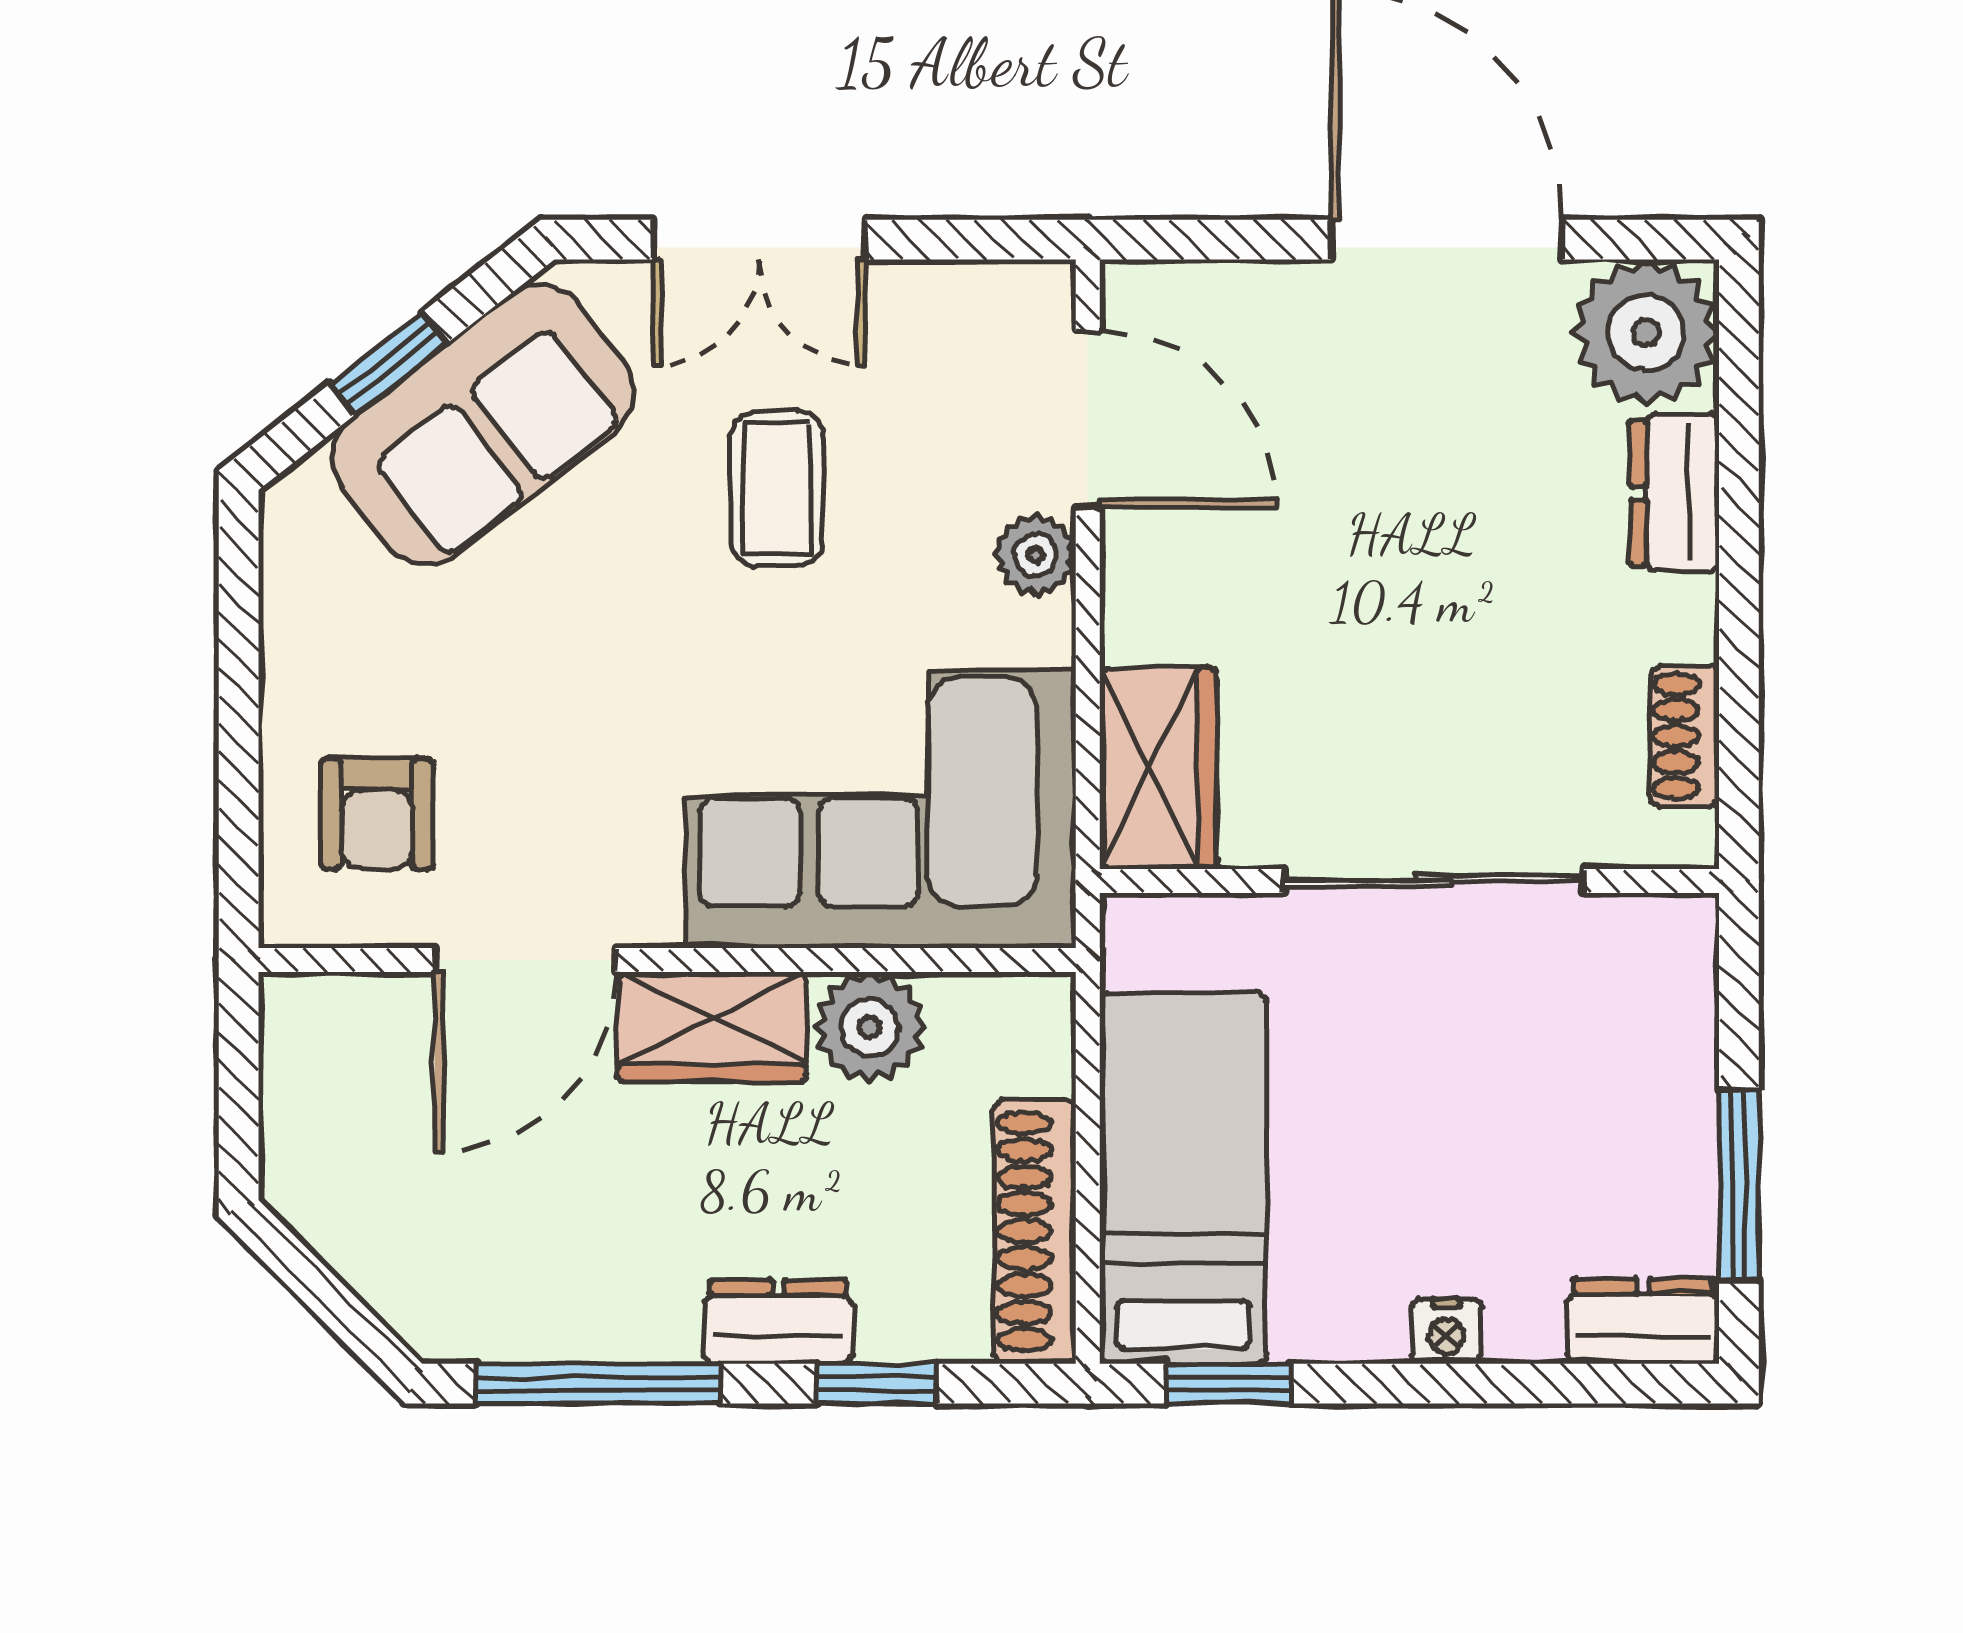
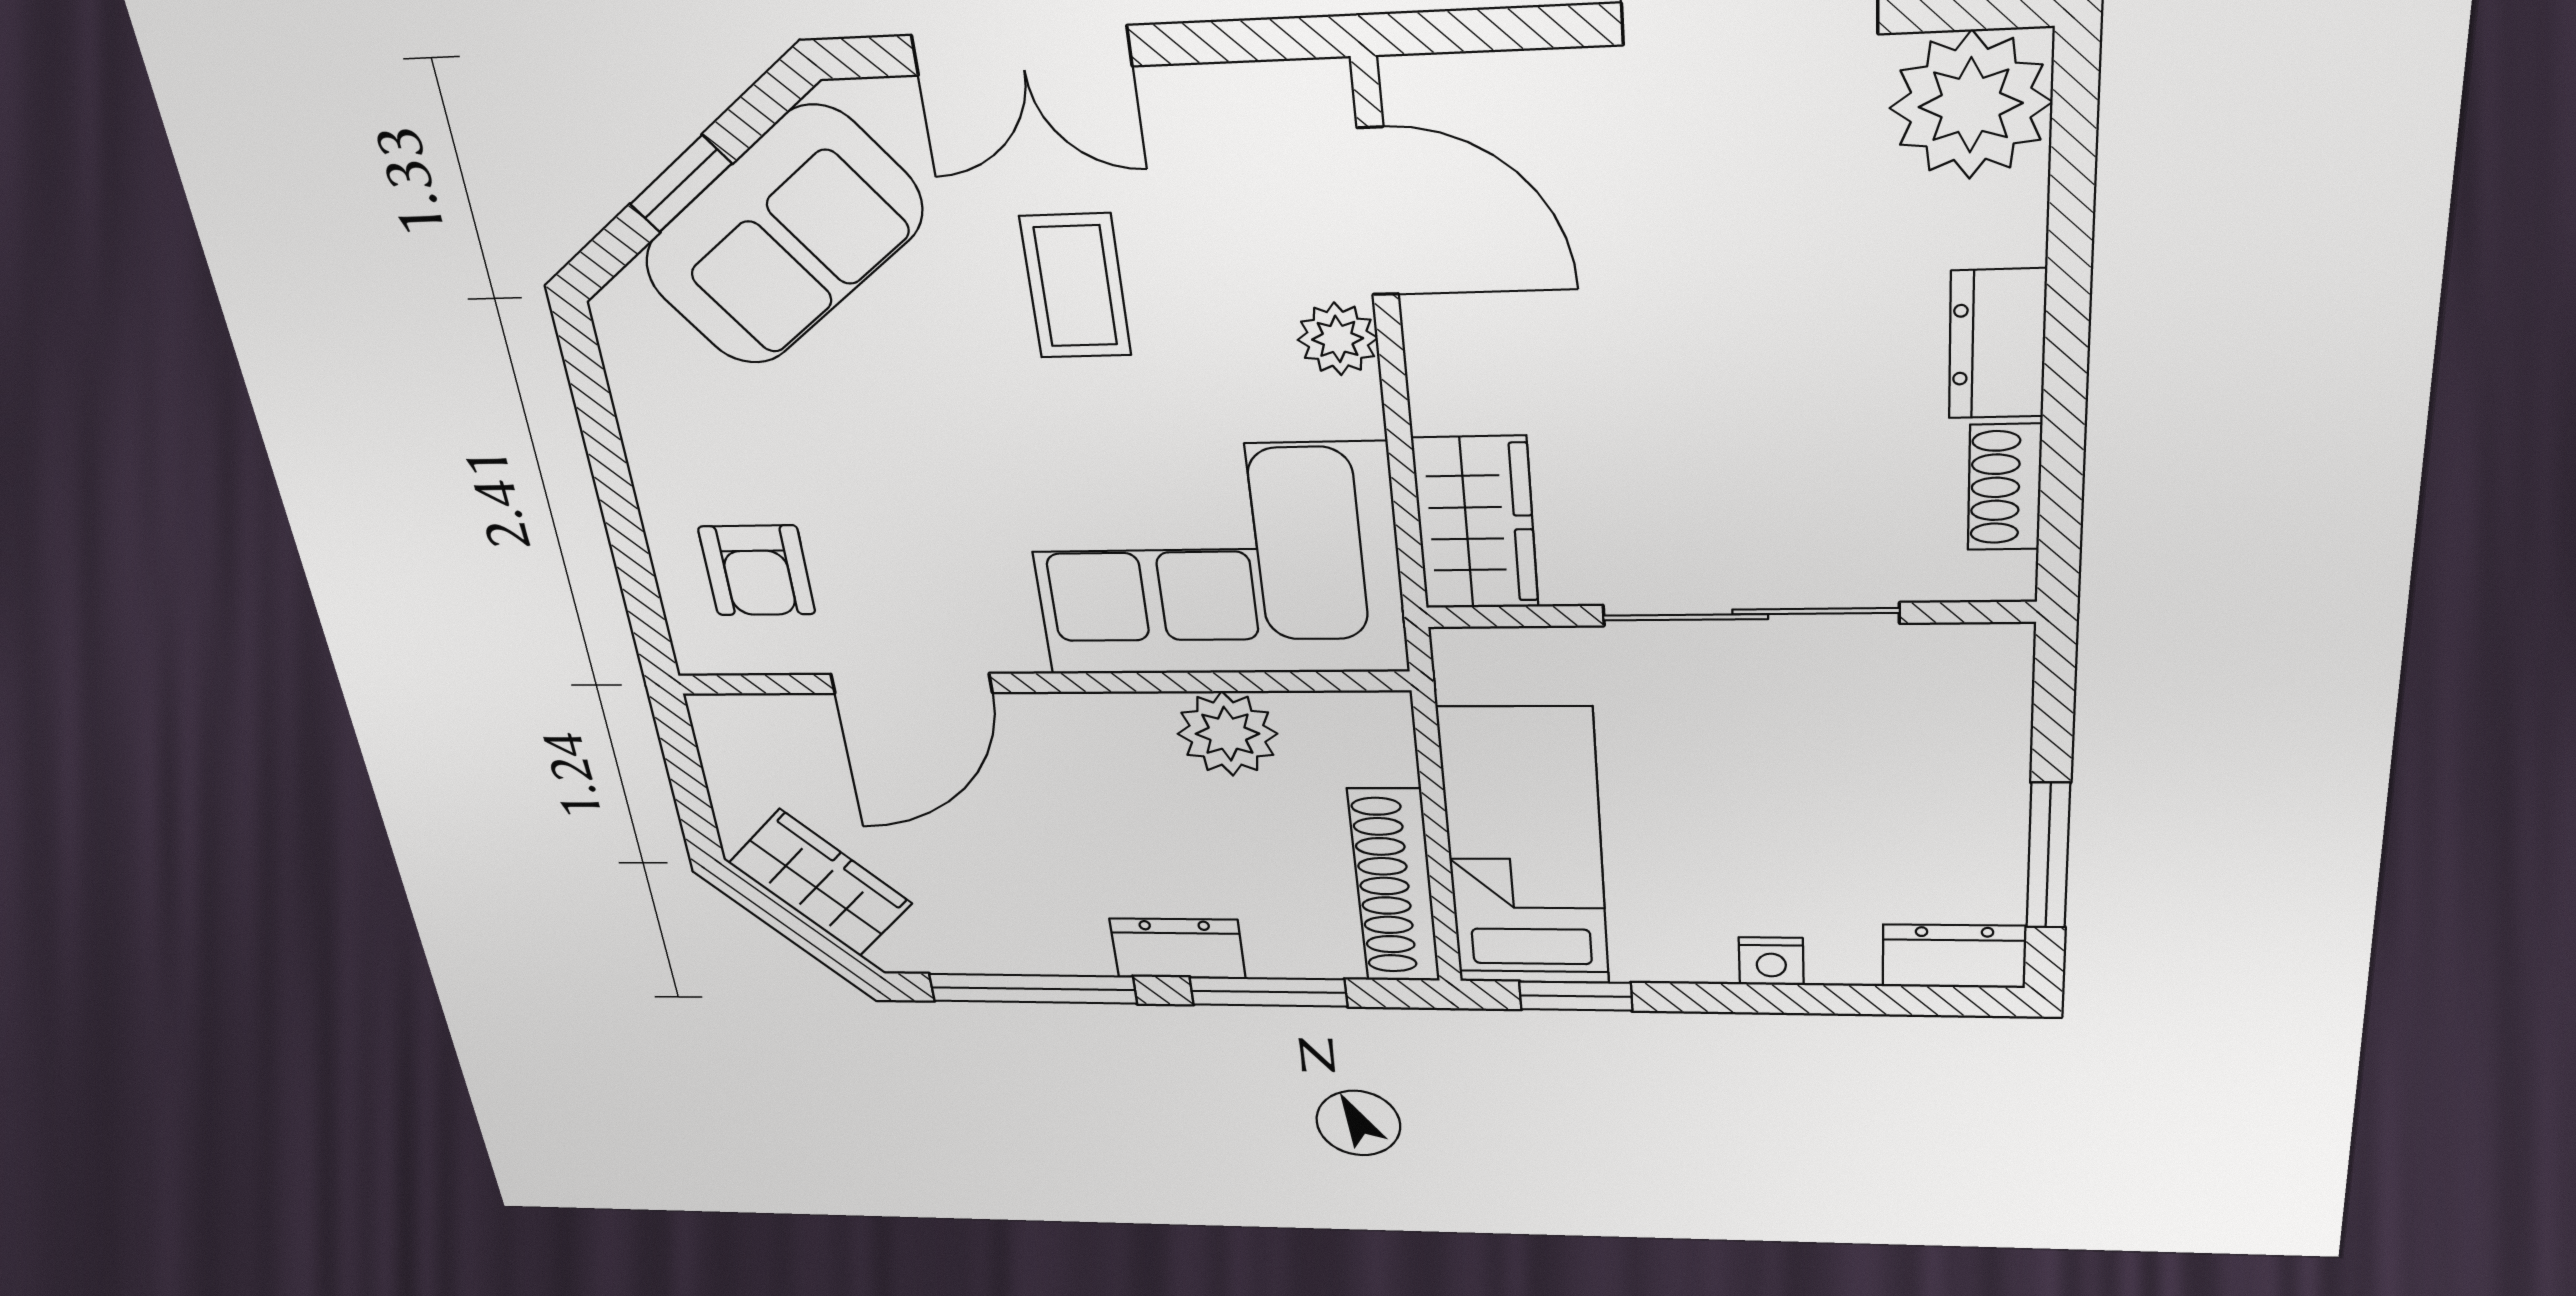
dresser: (1675, 493) -> (1997, 344), moved
wardrobe: (712, 1027) -> (820, 883), moved, turned -135
window: (877, 1384) -> (1268, 992), width x1.50

